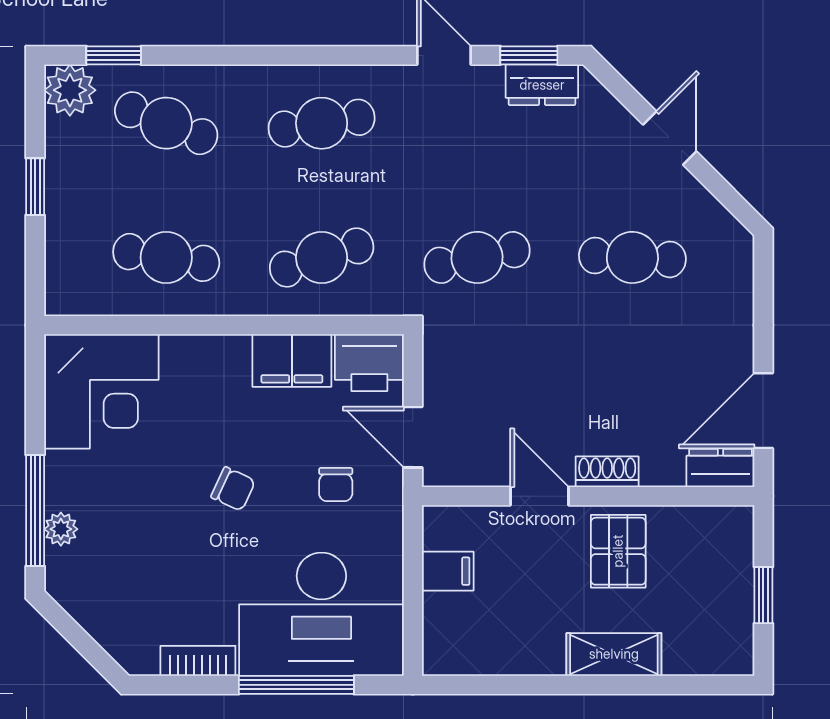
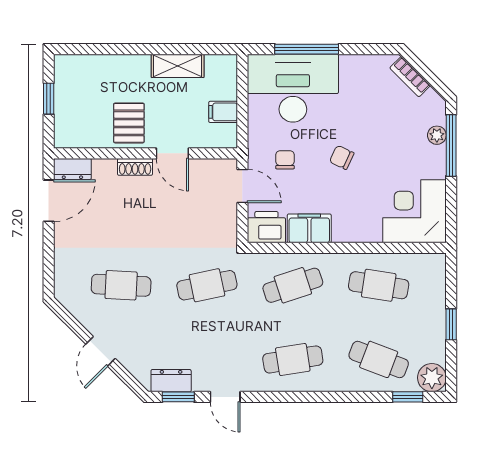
shelving: (614, 654) -> (178, 66), moved
bookcase: (198, 661) -> (410, 77), moved, turned 45

